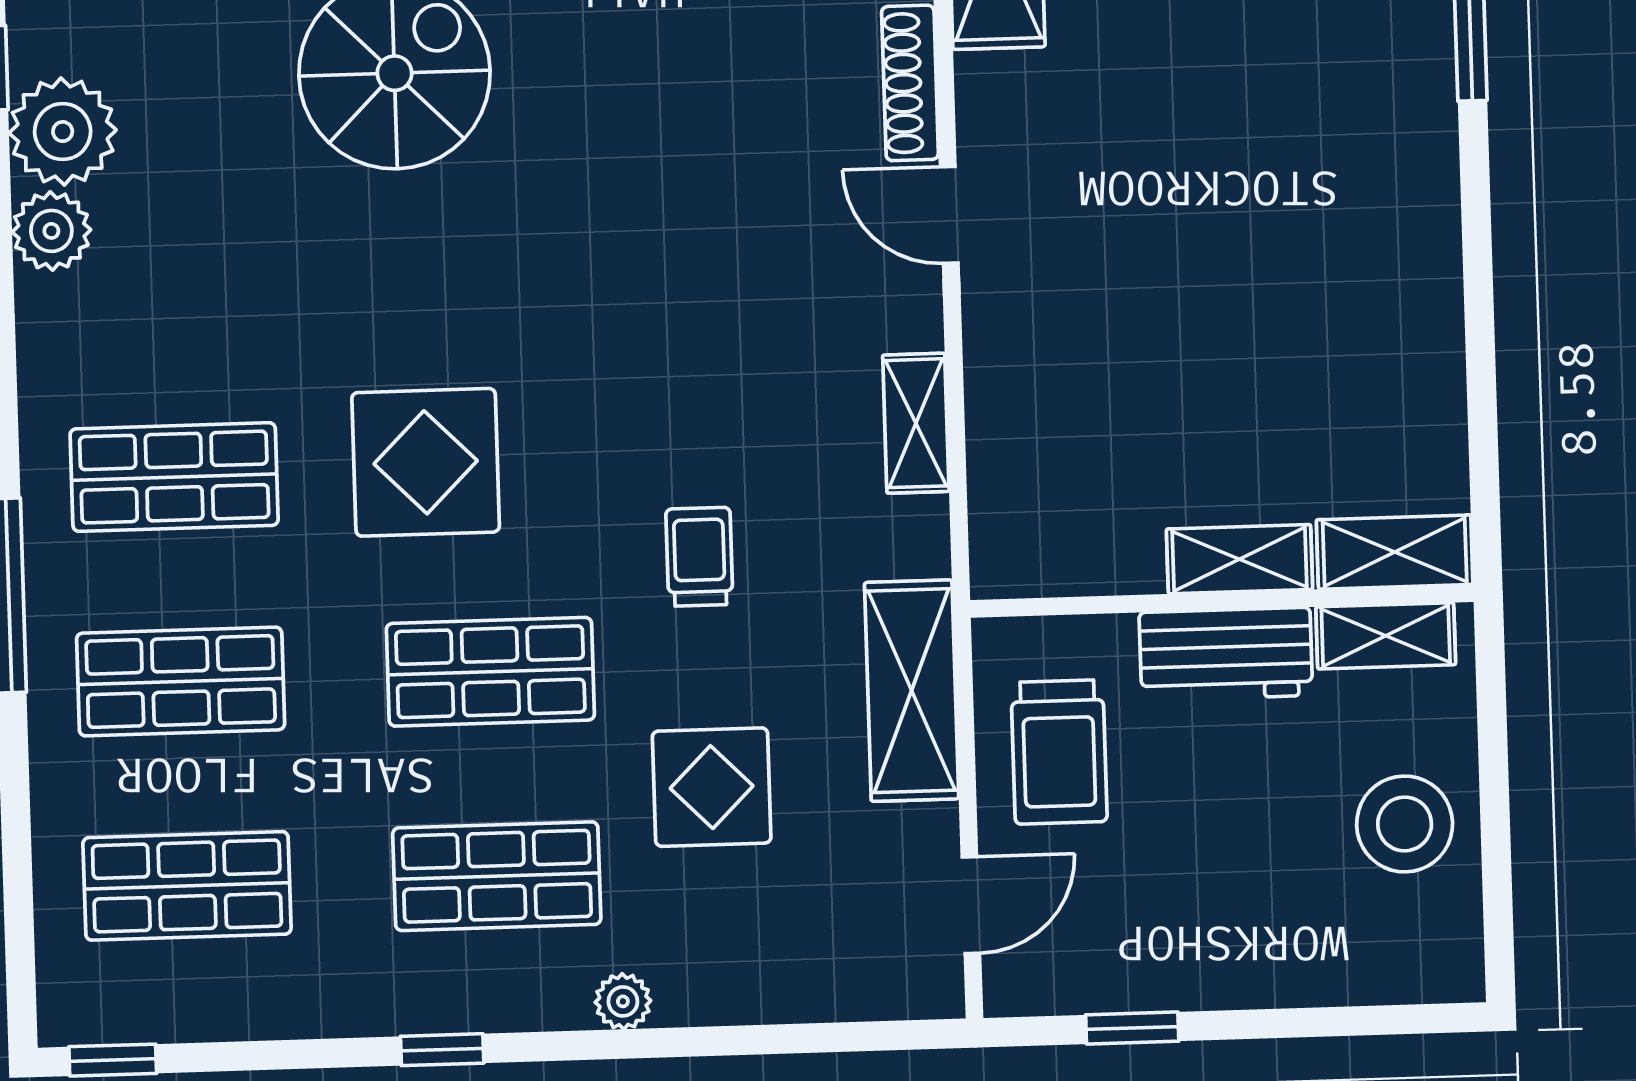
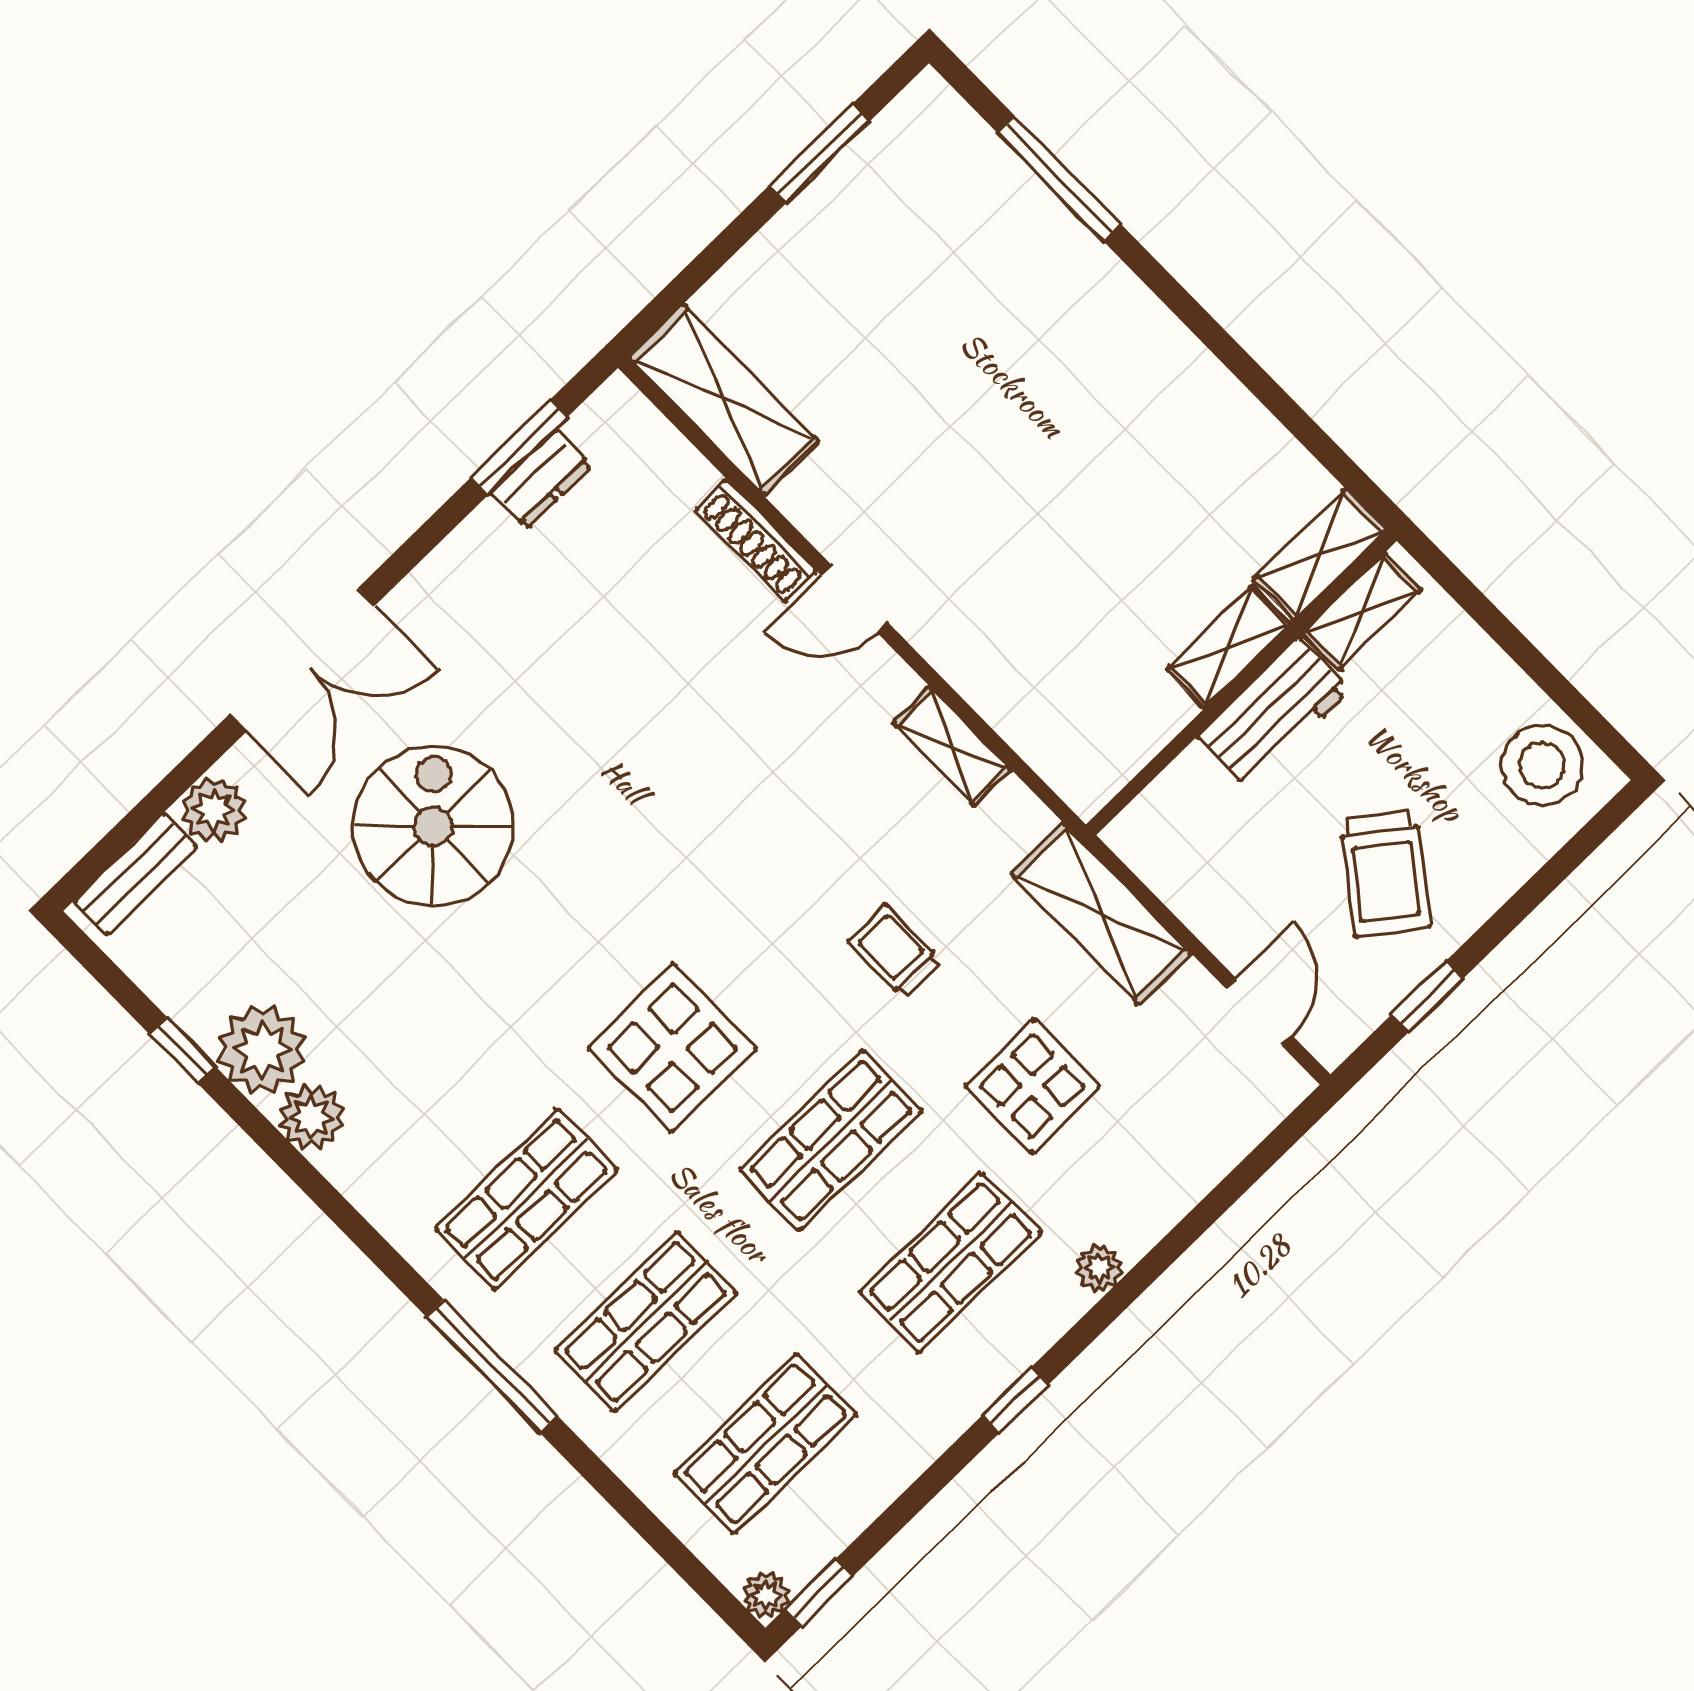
trolley: (1059, 752) -> (1385, 873), moved, turned 37
stool: (1405, 824) -> (1542, 765), moved
plant: (65, 1019) -> (765, 1595), added

